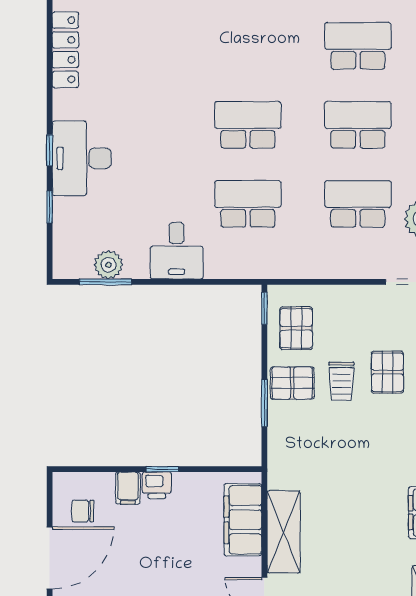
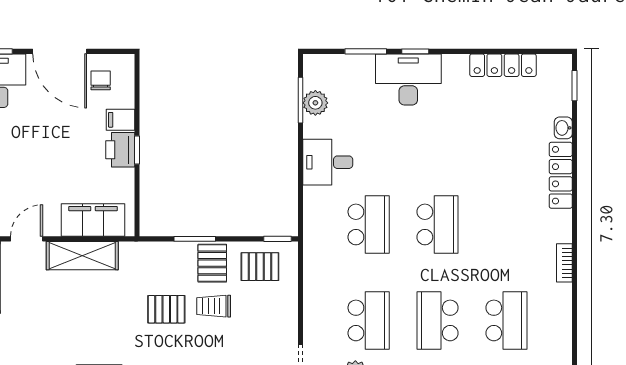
school desk: (358, 125) -> (438, 320), turned 180
window: (50, 207) -> (366, 51), width x1.50
pallet: (387, 372) -> (166, 309), moved
printer: (157, 485) -> (120, 150), width x1.36, depth x1.24

